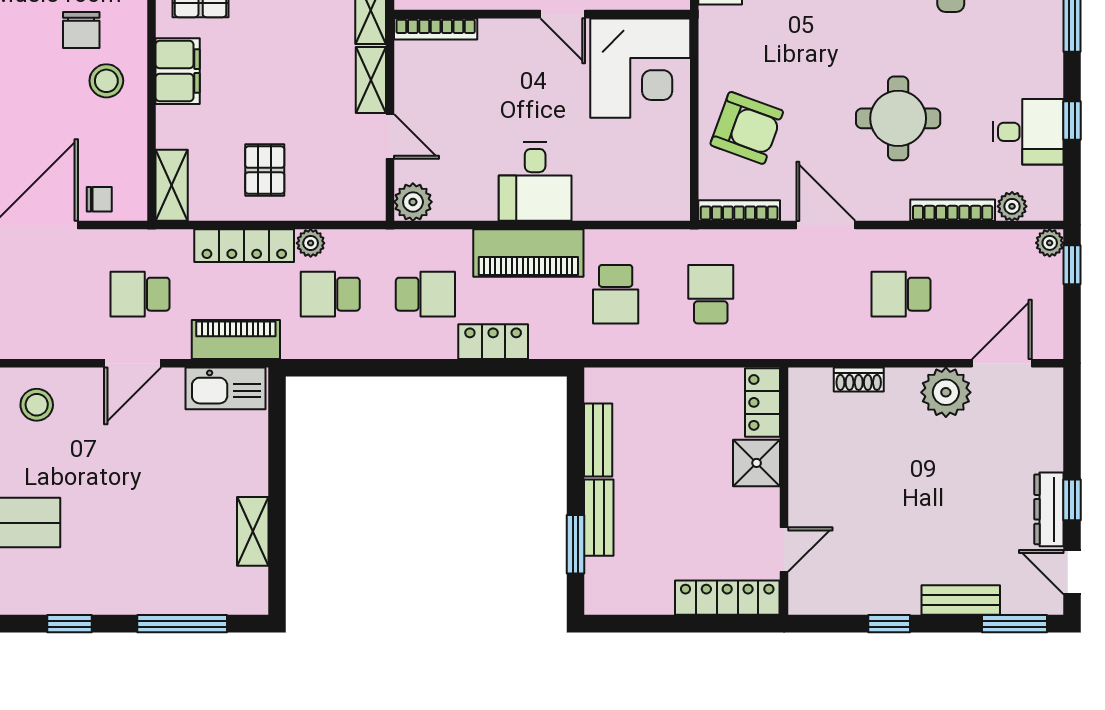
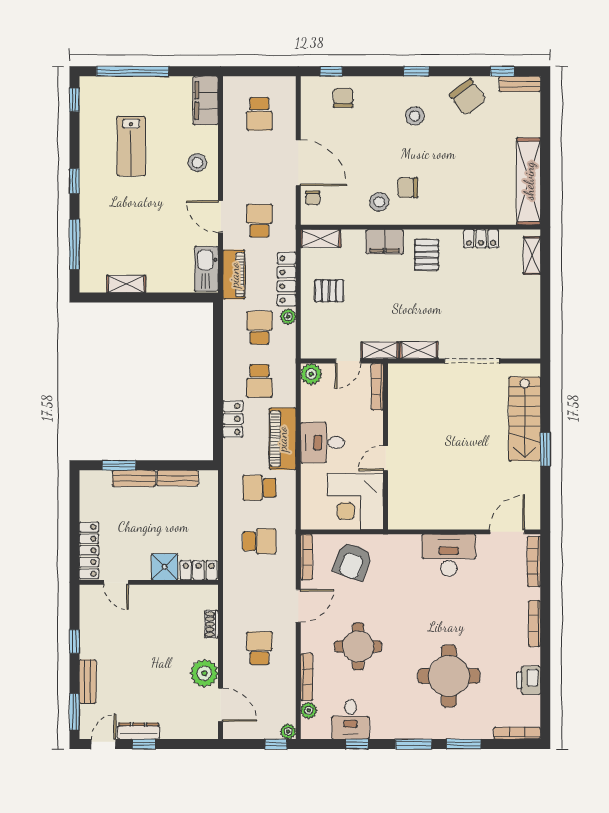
wall: (542, 14) -> (386, 446), moved
door: (563, 14) -> (386, 458), moved
bookcase: (436, 29) -> (377, 387), moved
corner desk: (640, 68) -> (355, 502), moved

